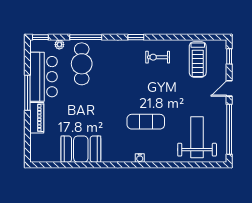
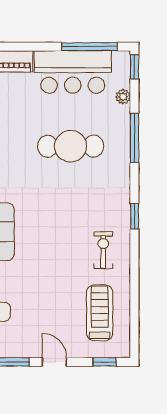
treadmill: (198, 59) -> (100, 313), turned 90
cafe table: (82, 64) -> (71, 146), moved
window: (27, 93) -> (89, 47), moved

